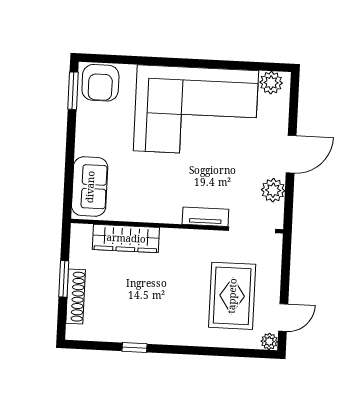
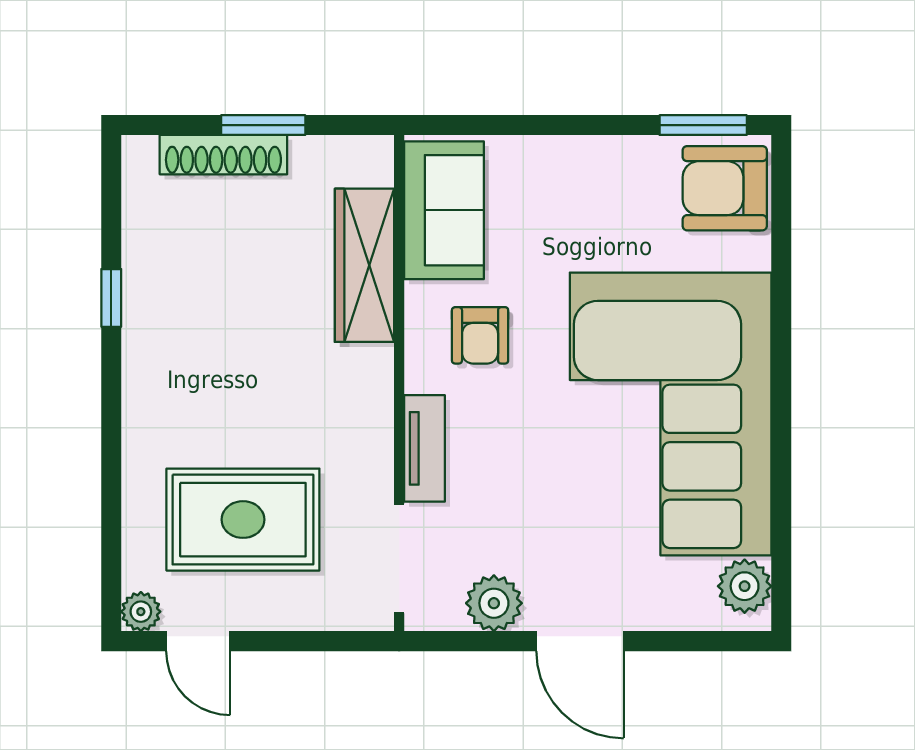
sofa: (90, 187) -> (444, 210), moved, turned -90
armchair: (158, 191) -> (480, 335), added

